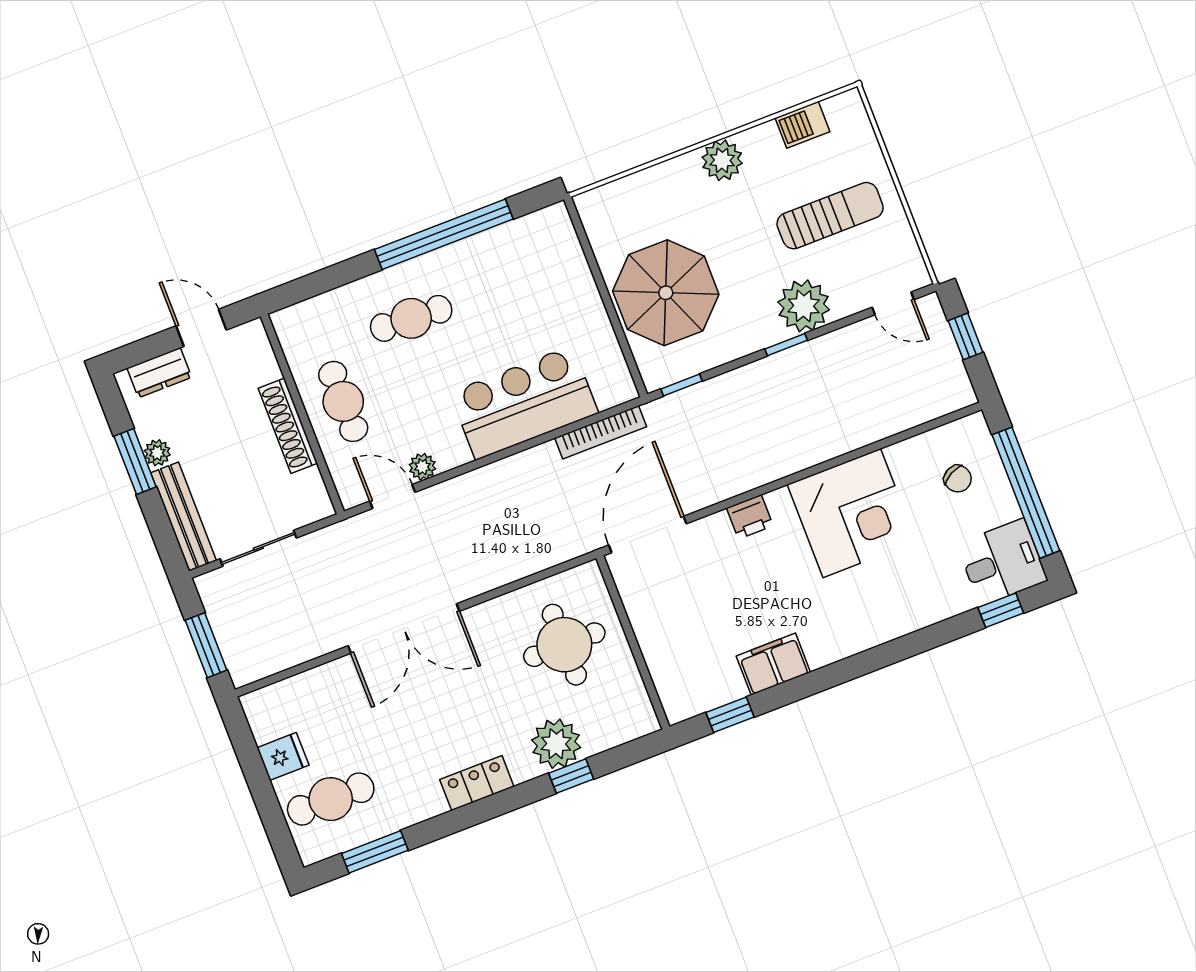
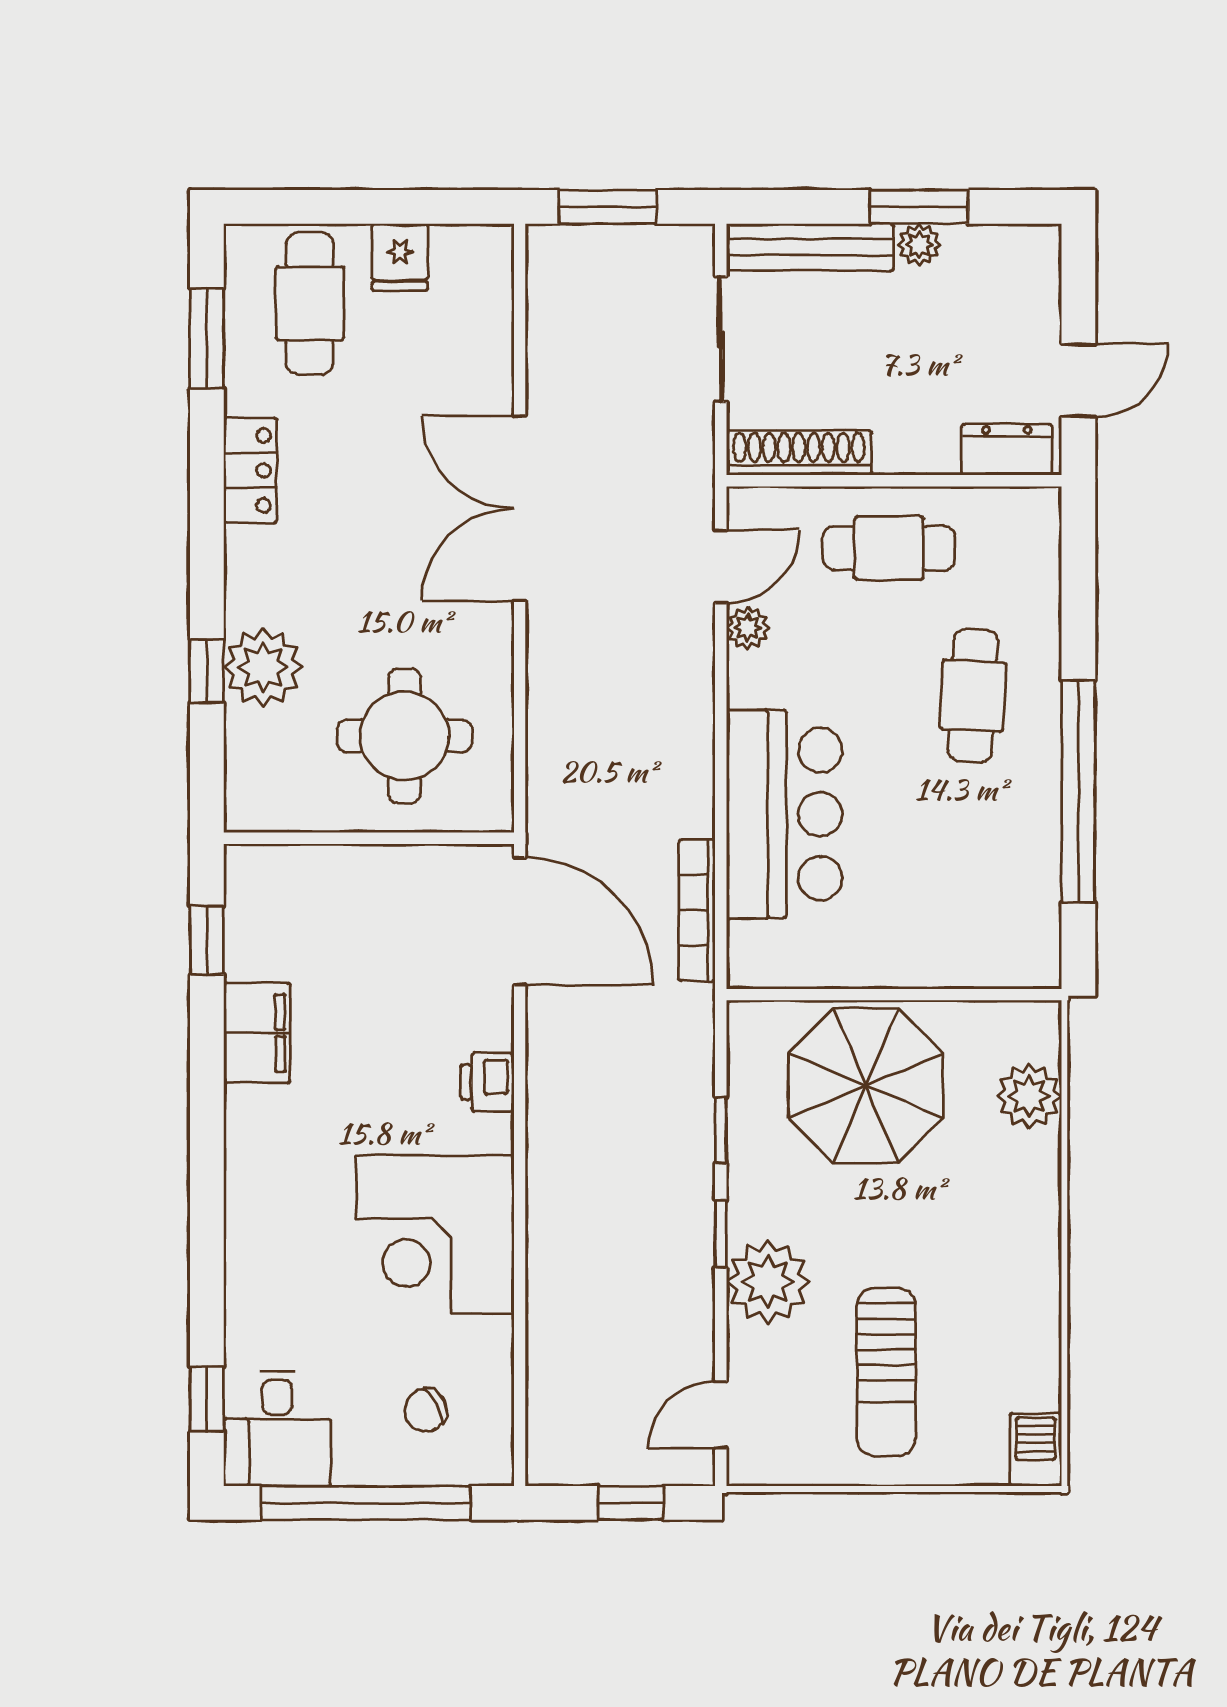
barbecue: (803, 125) -> (1036, 1450), moved
plant: (722, 160) -> (1029, 1096), moved
dresser: (159, 373) -> (1007, 450), moved, turned 90
window: (682, 385) -> (721, 1130), moved
shoe rack: (288, 426) -> (799, 453), moved
locker: (477, 783) -> (250, 470), moved

